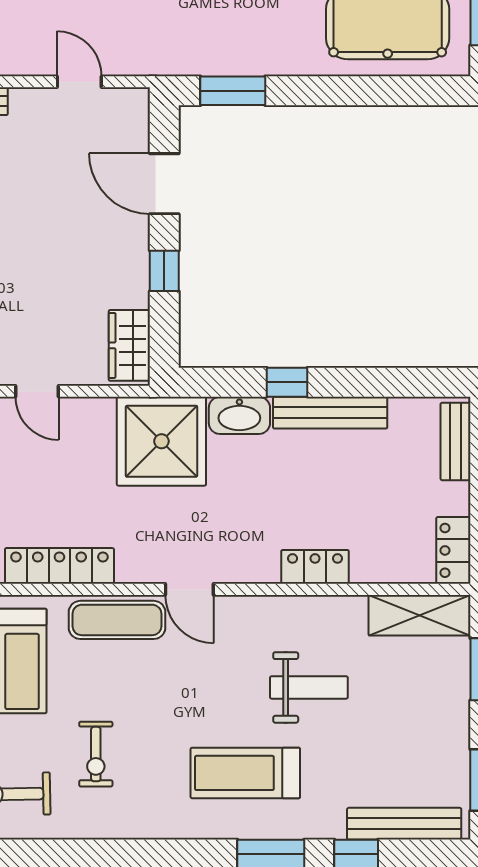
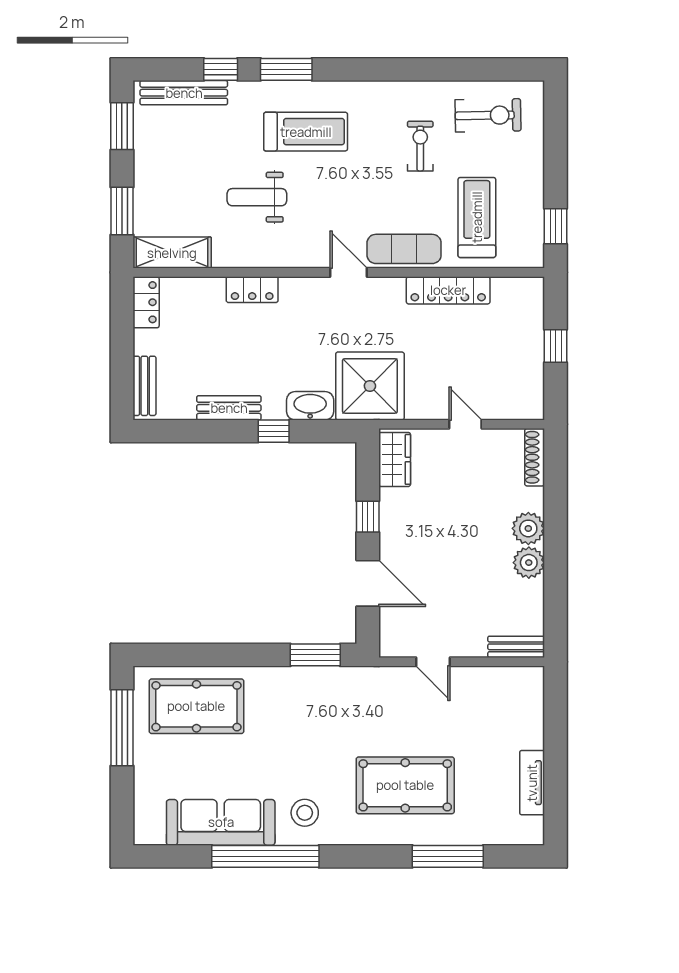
bench: (330, 413) -> (229, 408), width x0.73

